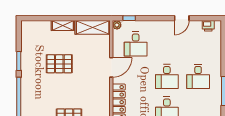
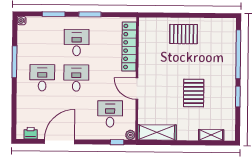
door: (182, 18) -> (60, 142), width x1.88
shelving: (63, 25) -> (211, 135), moved
pallet: (59, 64) -> (194, 93), turned 90
door: (111, 67) -> (137, 89), hinge flipped

